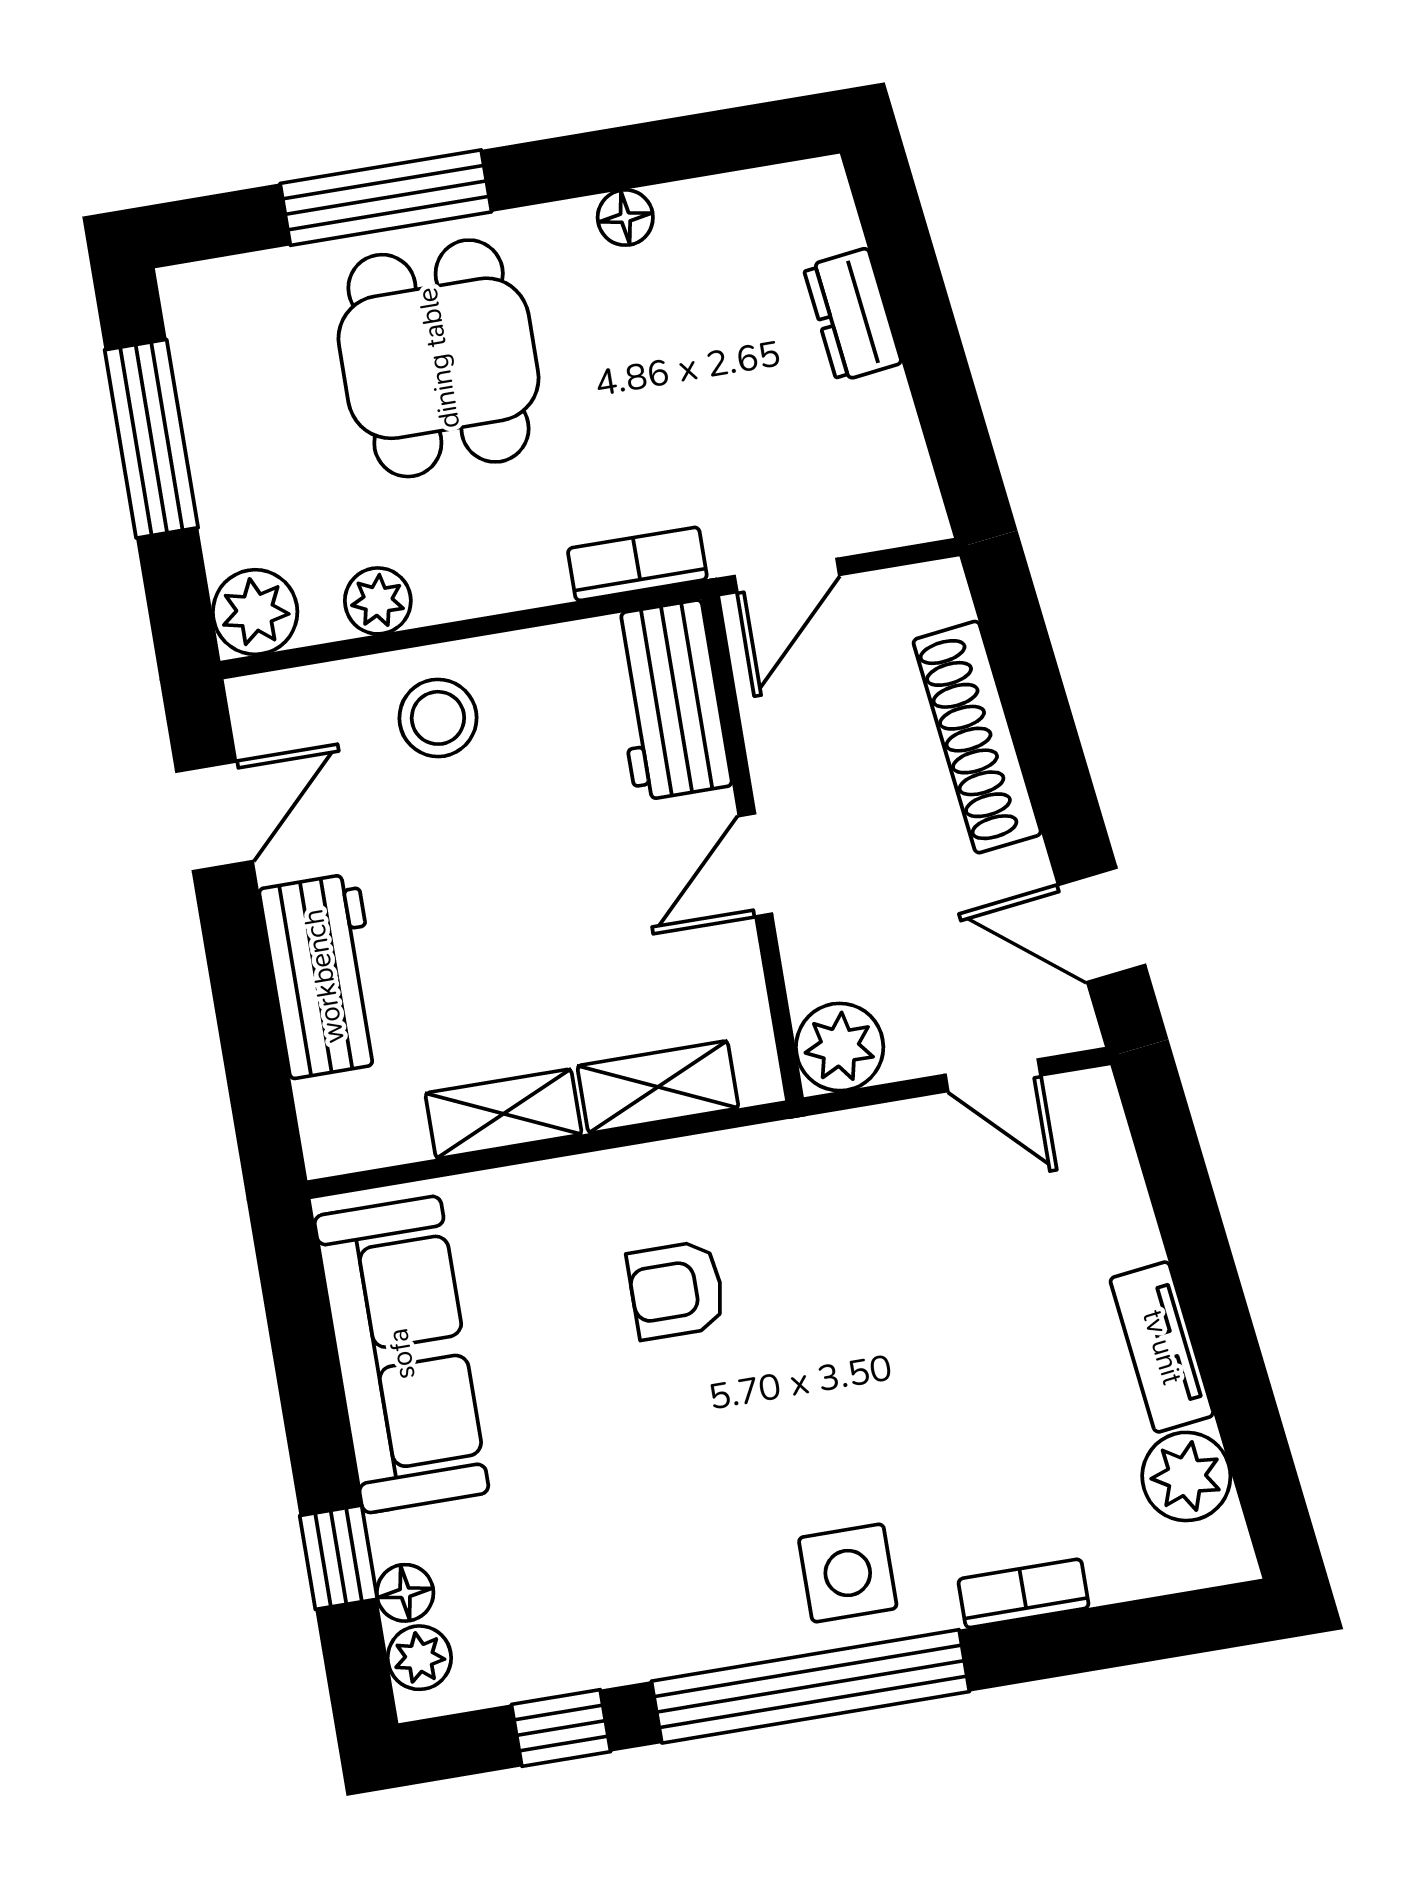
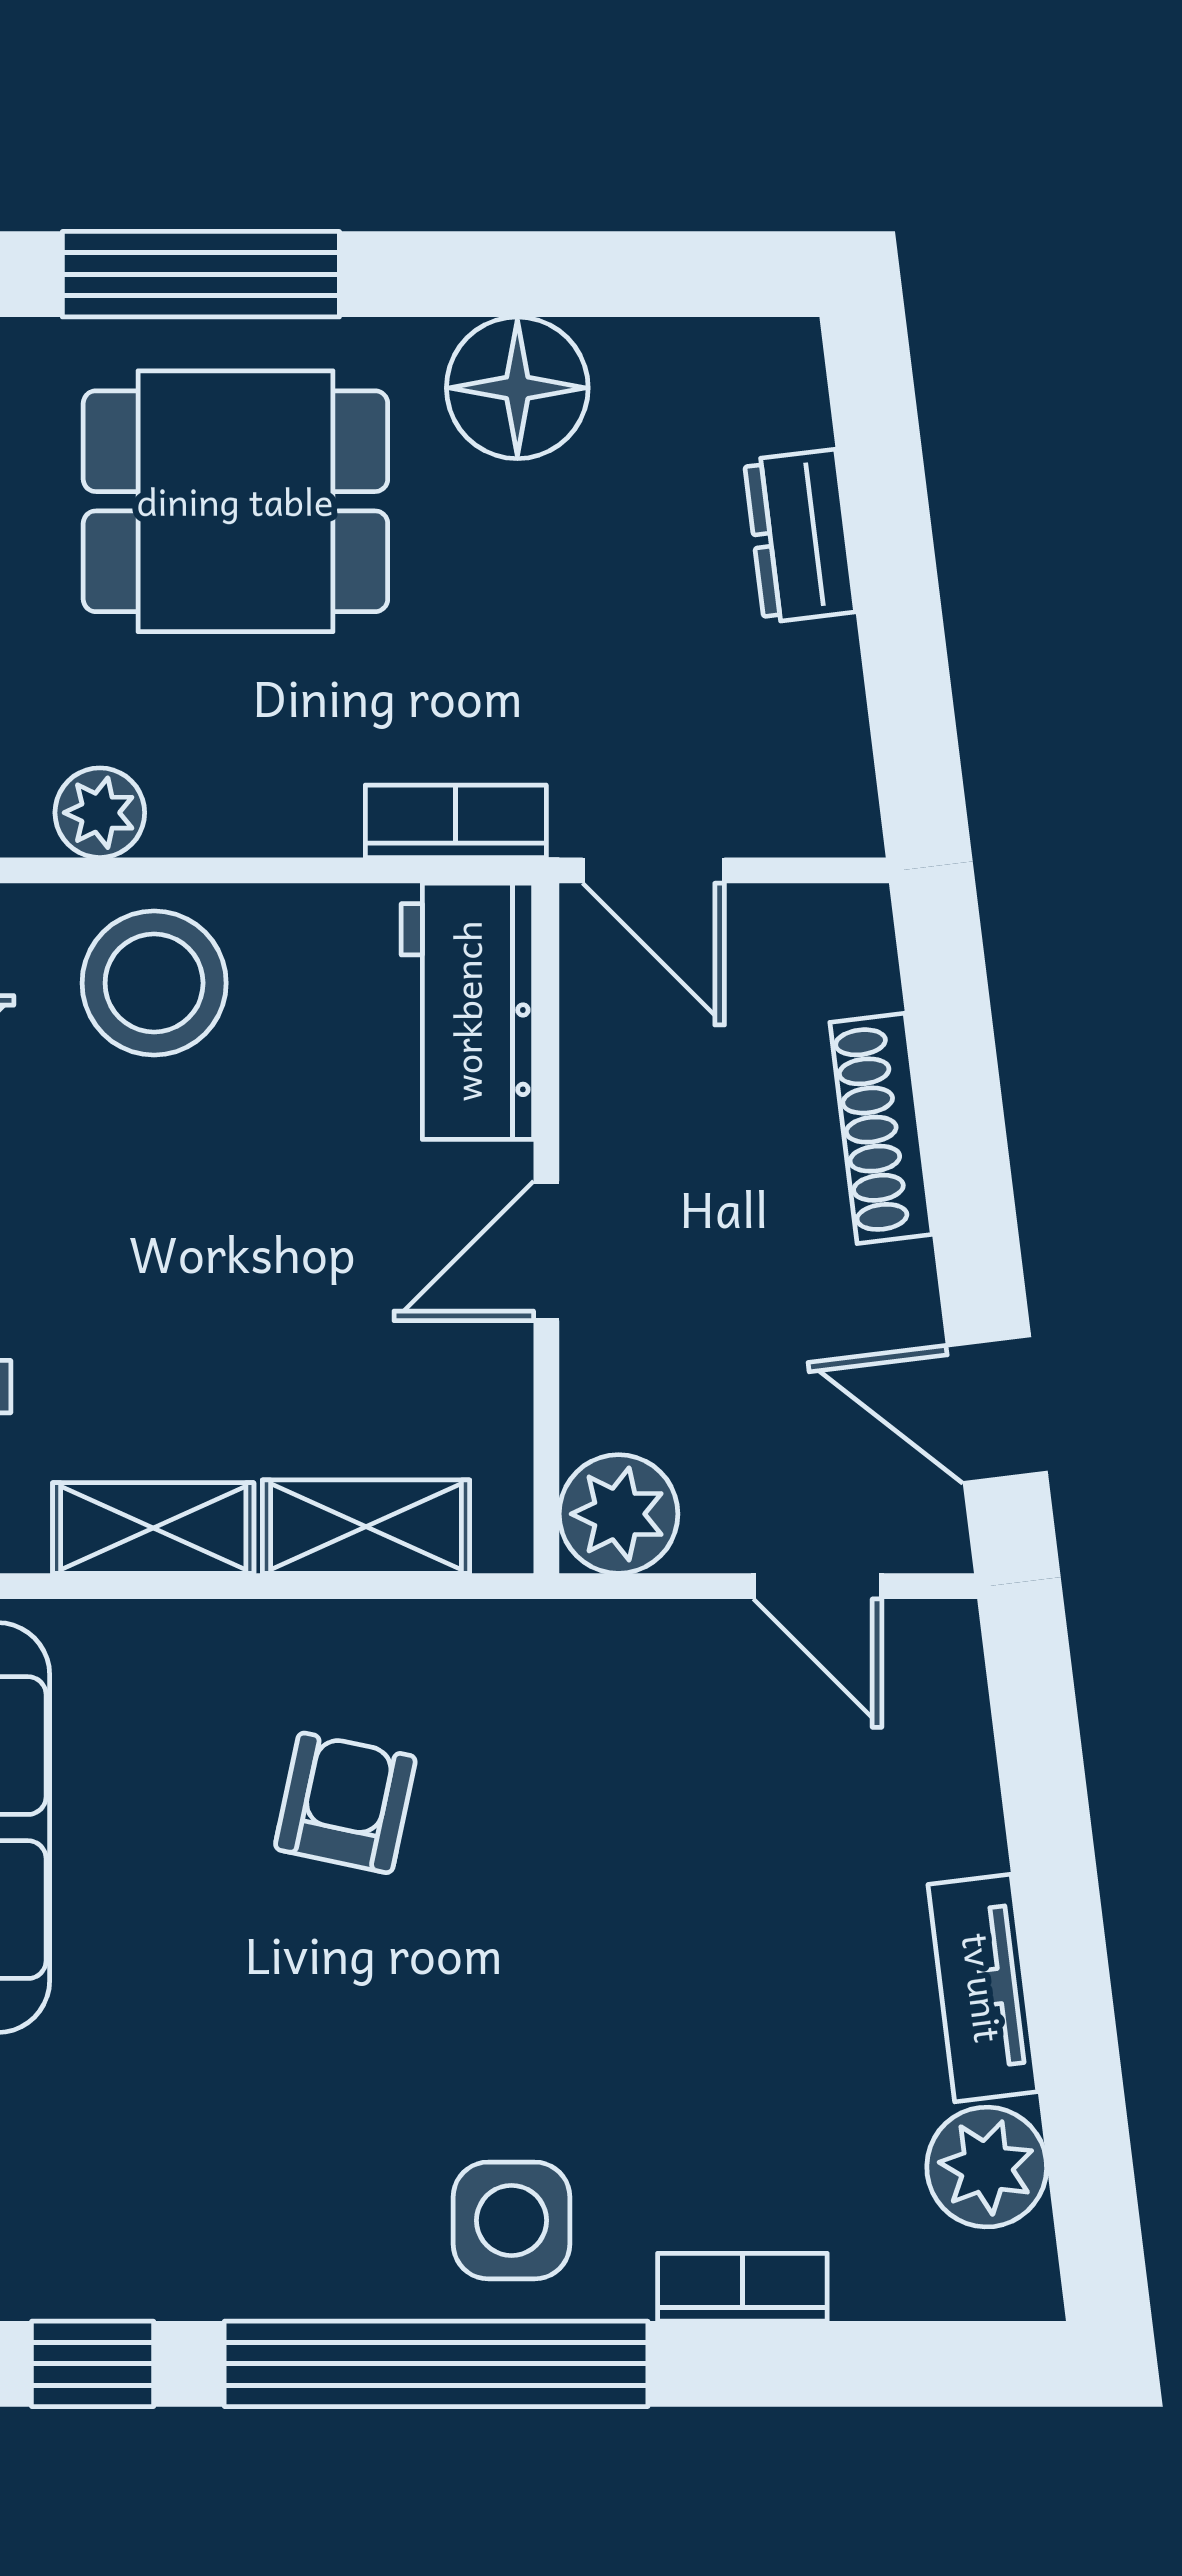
floor lamp: (625, 218) -> (517, 388), width x1.89, depth x1.89
dining table: (439, 358) -> (235, 501), turned 90
door: (787, 575) -> (654, 870), hinge flipped
stool: (438, 718) -> (154, 983), width x1.38, depth x1.38
shoe rack: (977, 737) -> (881, 1128), width x0.74, depth x0.81
armchair: (676, 1290) -> (345, 1803), turned 102

